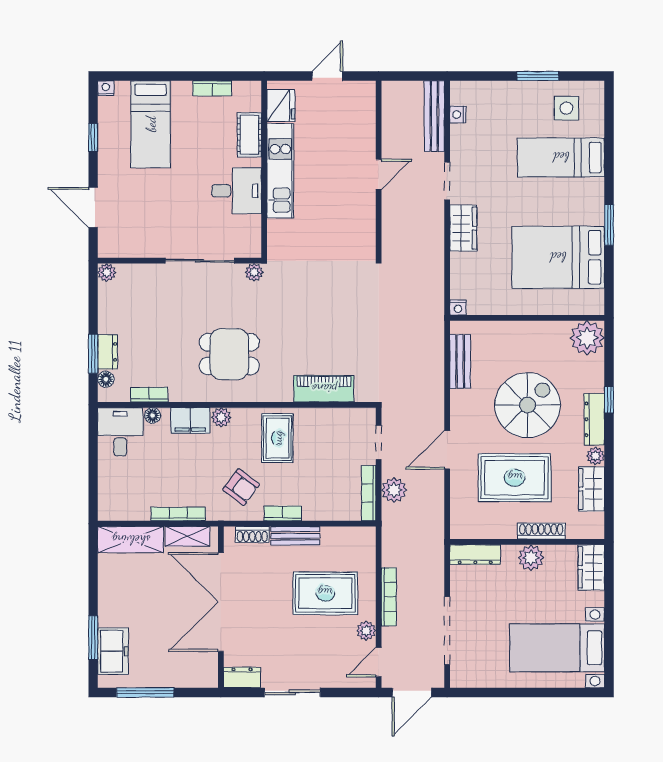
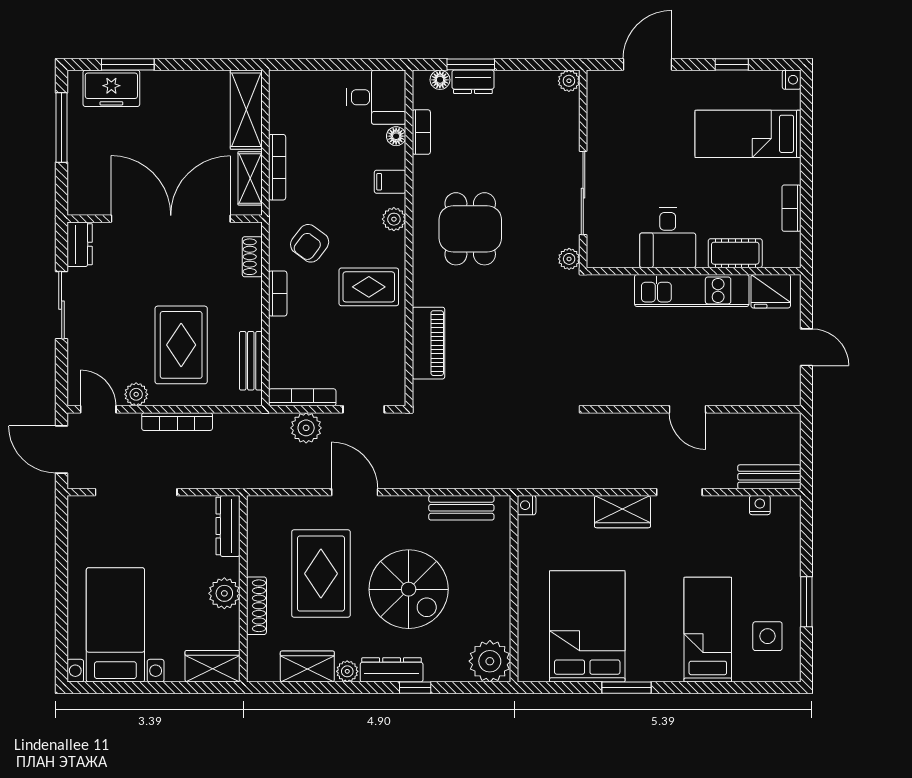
bench: (434, 116) -> (769, 477), width x0.73
filing cabinet: (190, 420) -> (390, 182), width x0.50
bench: (295, 536) -> (251, 361), moved

